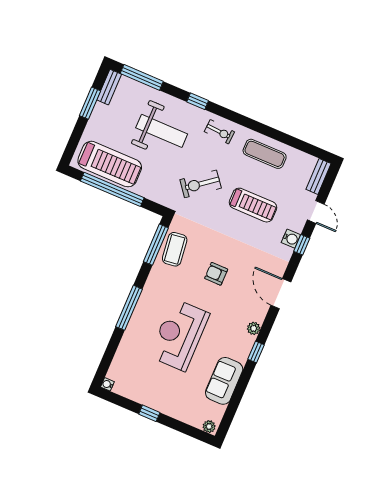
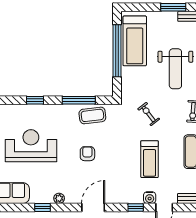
exercise bike: (201, 184) -> (149, 114), width x0.73, depth x0.72
water cooler: (291, 239) -> (150, 198), moved
window: (156, 245) -> (79, 100), moved
window: (129, 308) -> (35, 100), width x0.46

